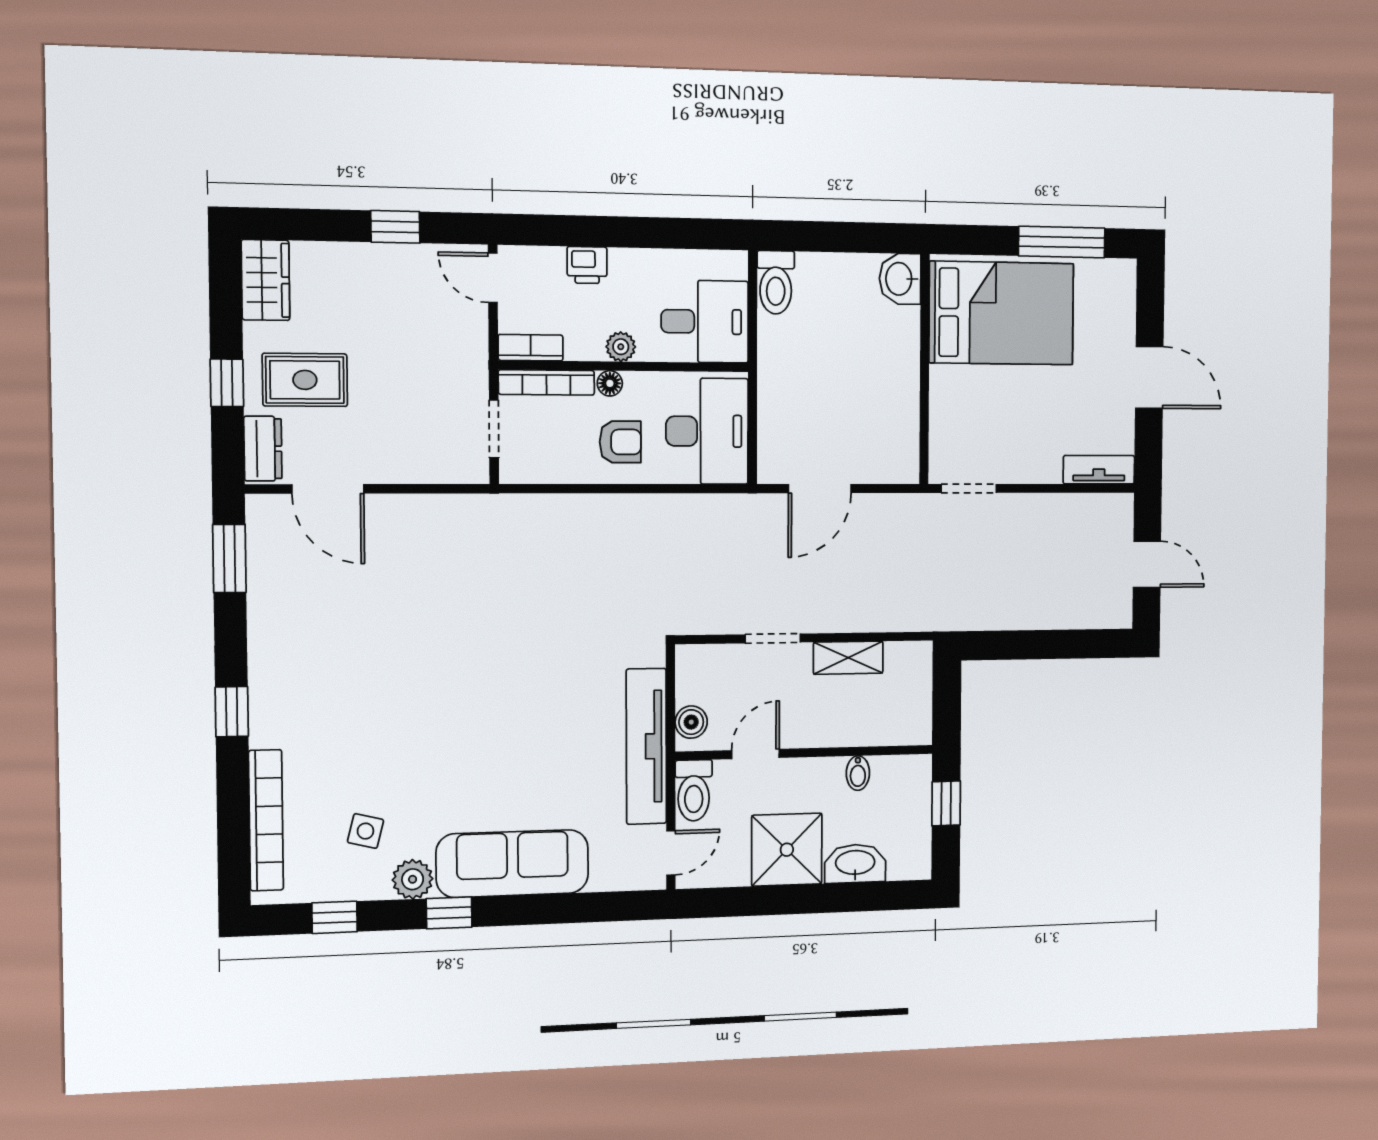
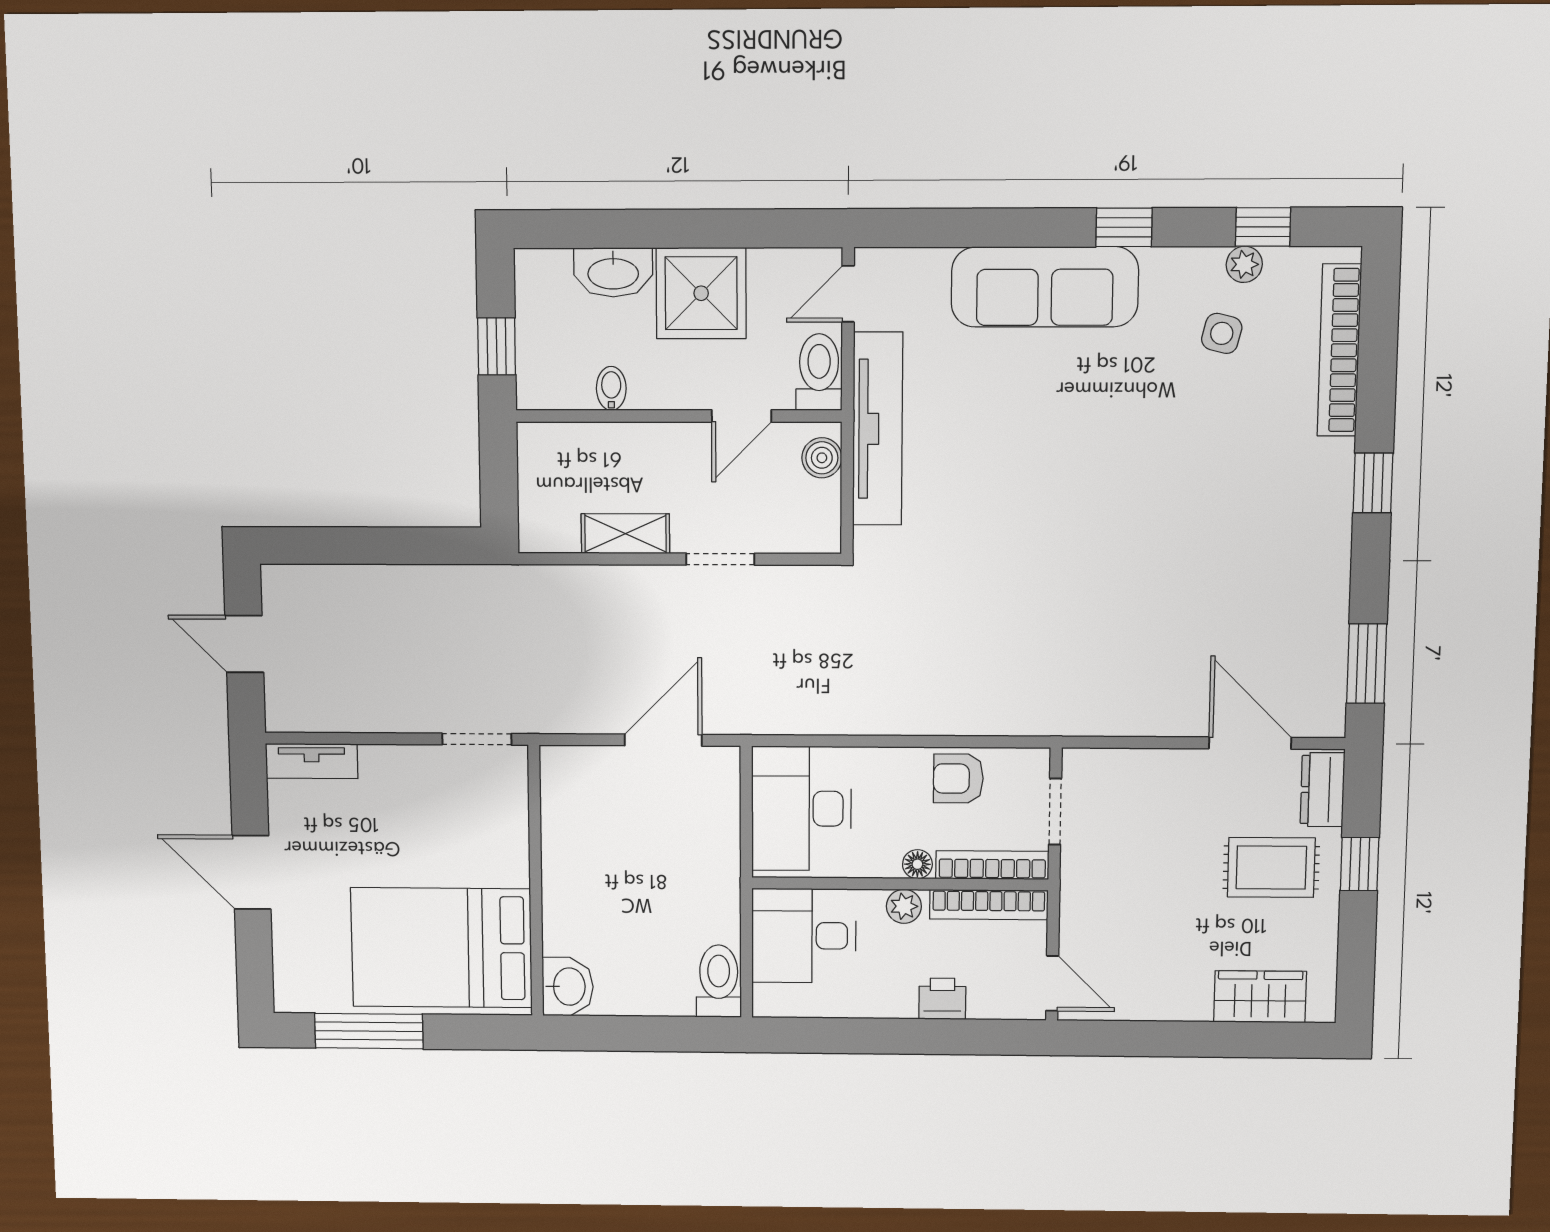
window: (395, 227) -> (1162, 1039), removed
wardrobe: (266, 280) -> (1260, 997), moved, turned 90
bookcase: (531, 348) -> (989, 905), width x1.56
armchair: (620, 442) -> (958, 778), moved
plant: (413, 879) -> (1244, 264), moved, width x0.73, depth x0.73

